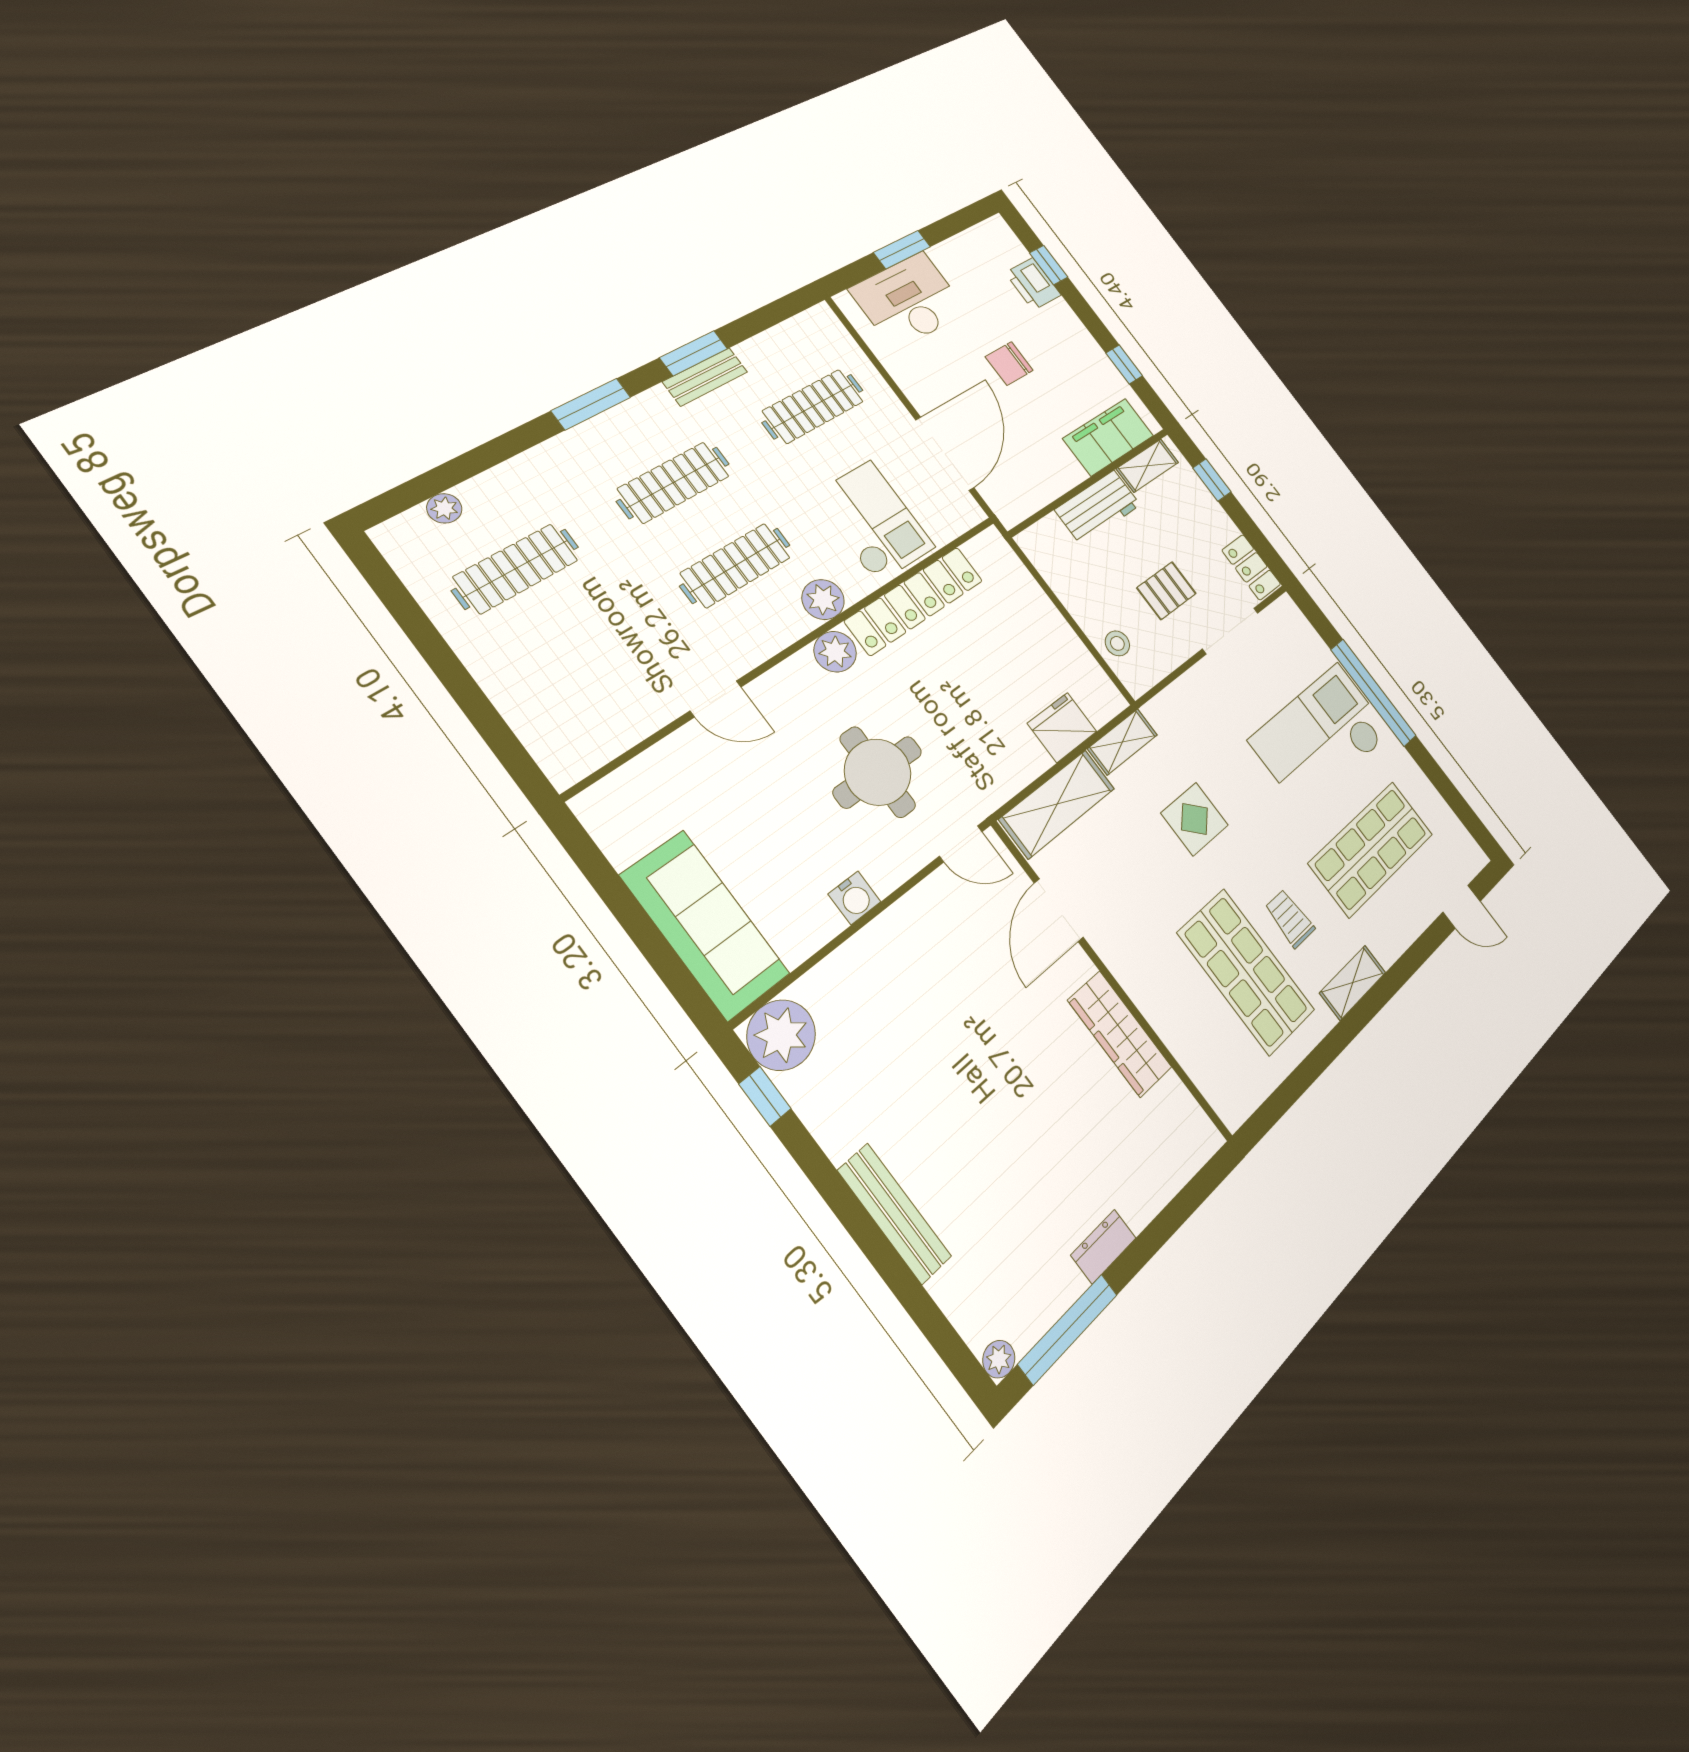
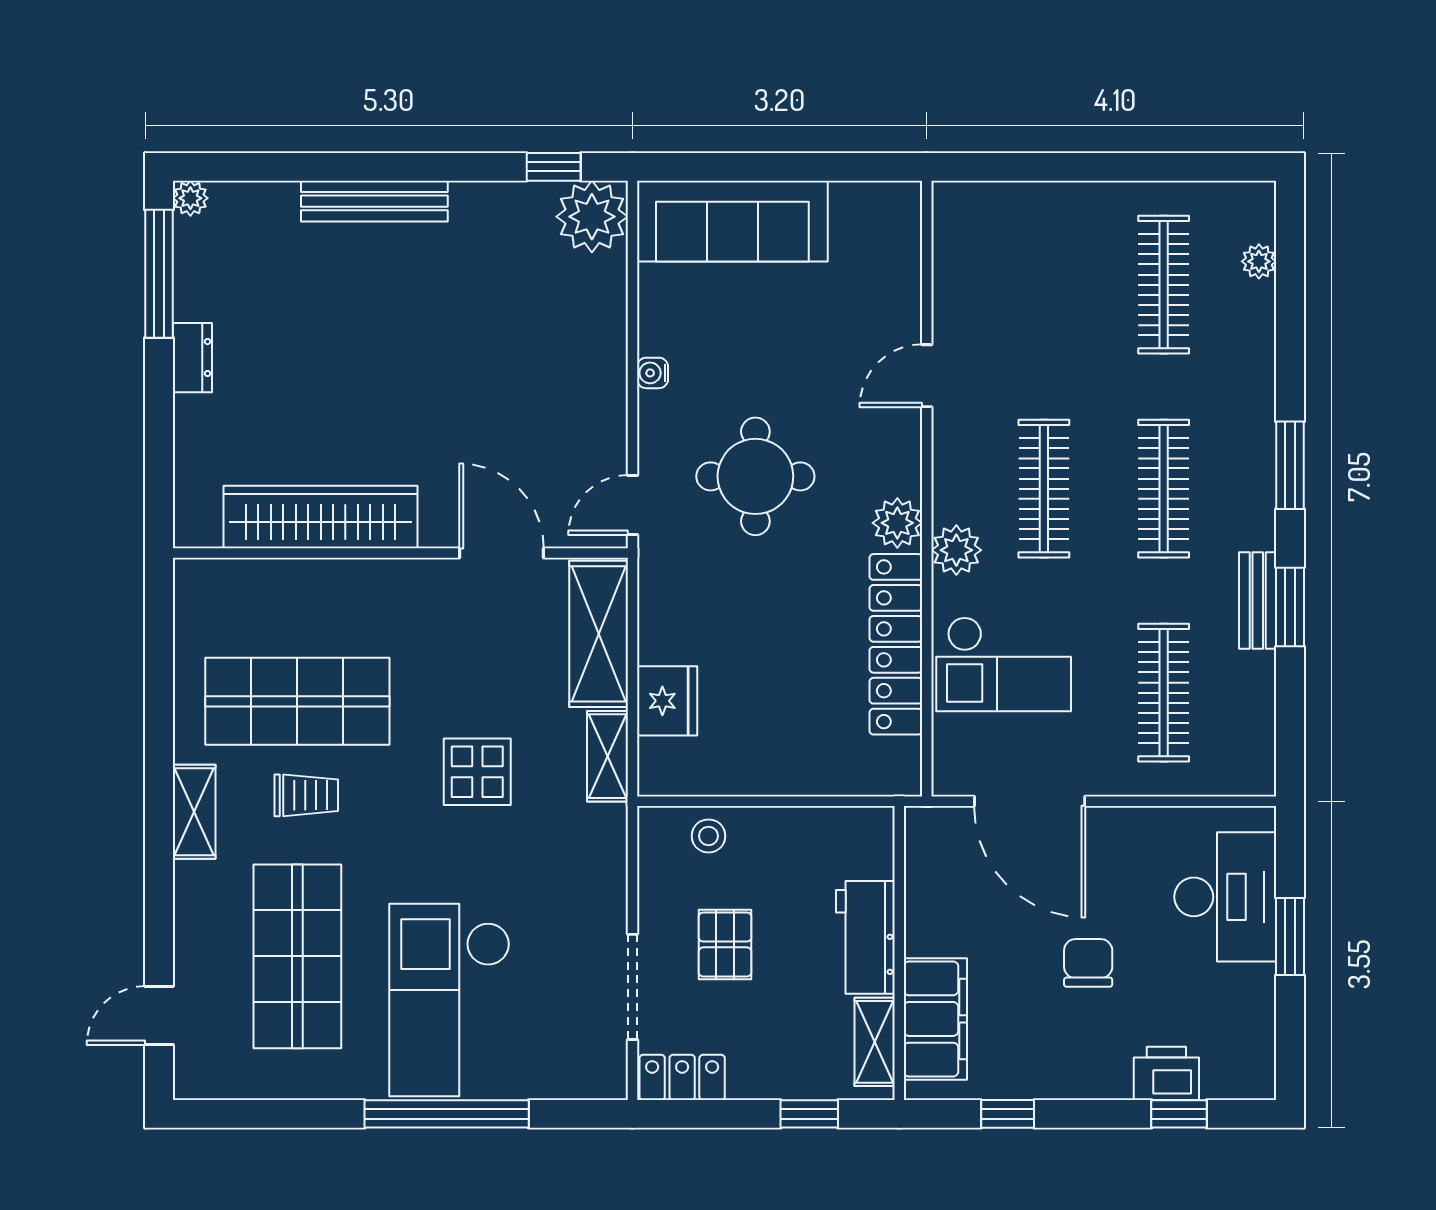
checkout: (1321, 737) -> (450, 1000), turned 180
water cooler: (854, 898) -> (653, 373), width x0.72, depth x0.72
wardrobe: (1120, 1034) -> (321, 517), width x1.40, depth x1.17

